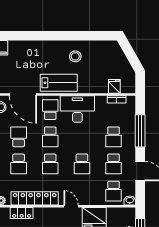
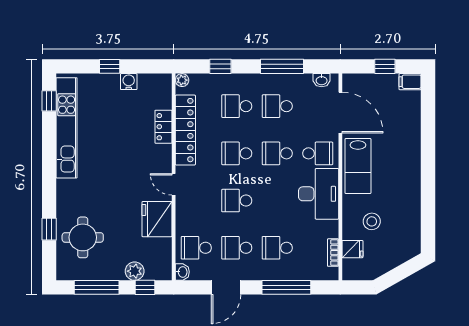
stool: (75, 56) -> (372, 221), moved
door: (23, 95) -> (340, 113), swing flipped
school desk: (19, 137) -> (277, 106), turned 180
door: (71, 206) -> (174, 184), swing flipped
locker: (22, 213) -> (164, 127), moved

